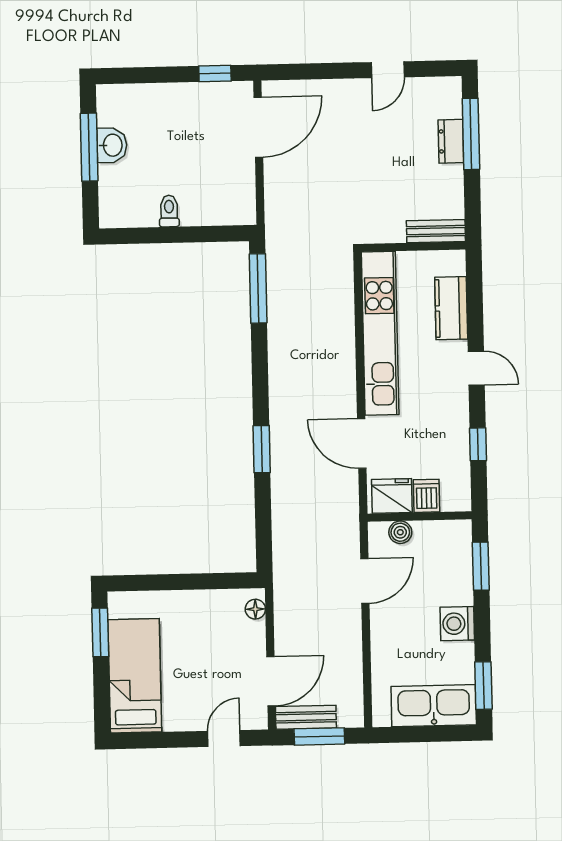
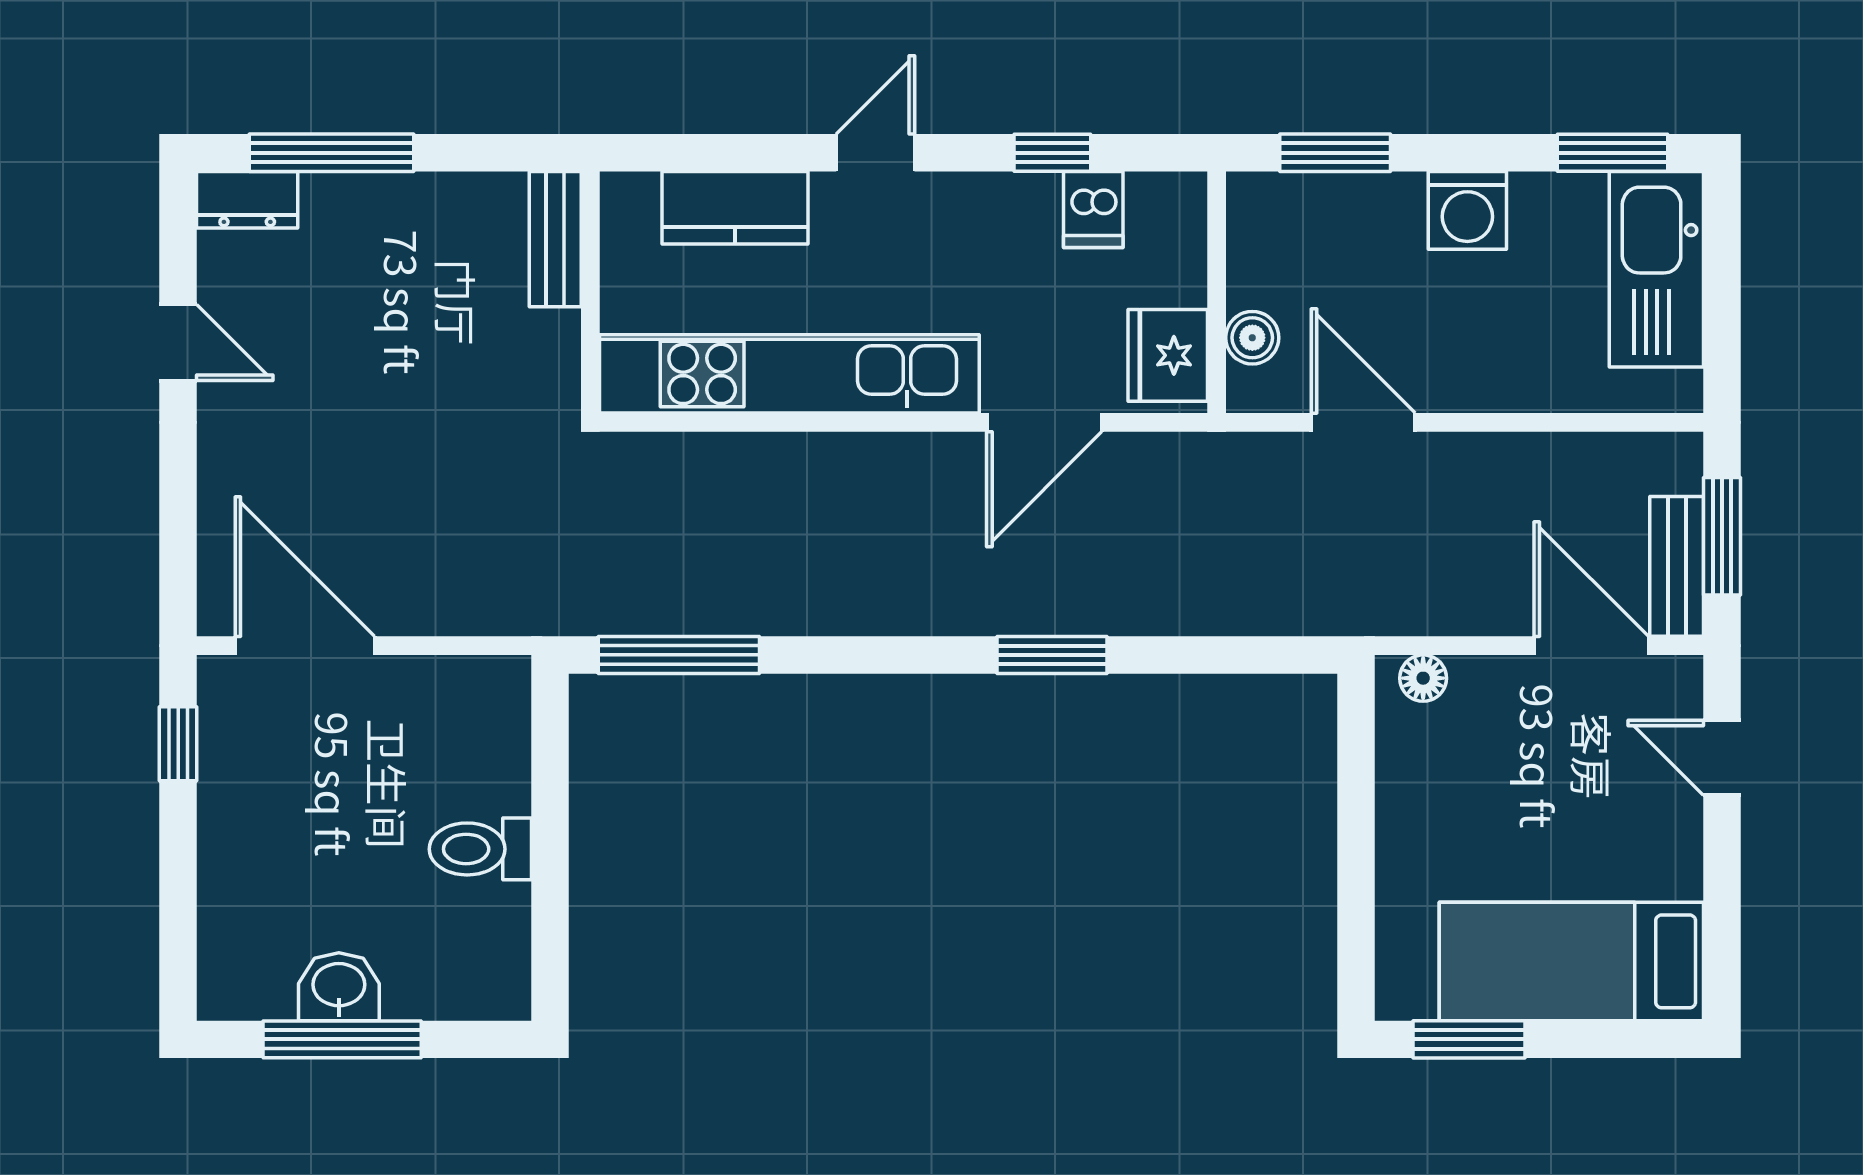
dresser: (451, 141) -> (247, 200), moved
toilet: (169, 211) -> (480, 849), width x1.37, depth x1.39
dishwasher: (427, 496) -> (1093, 210), moved, turned -90

